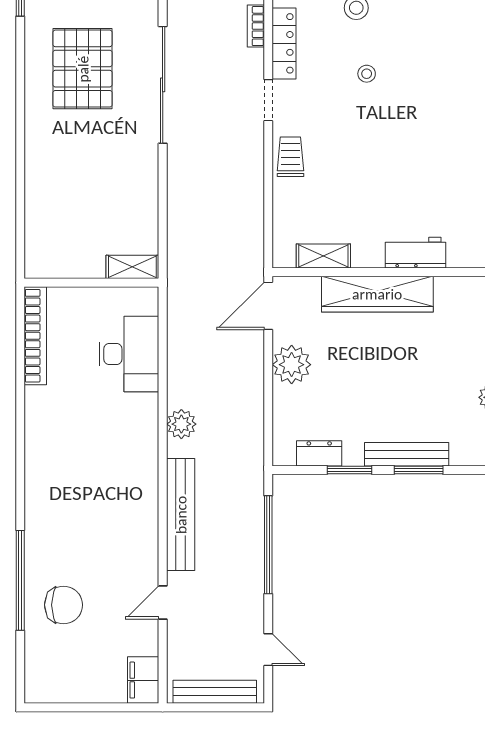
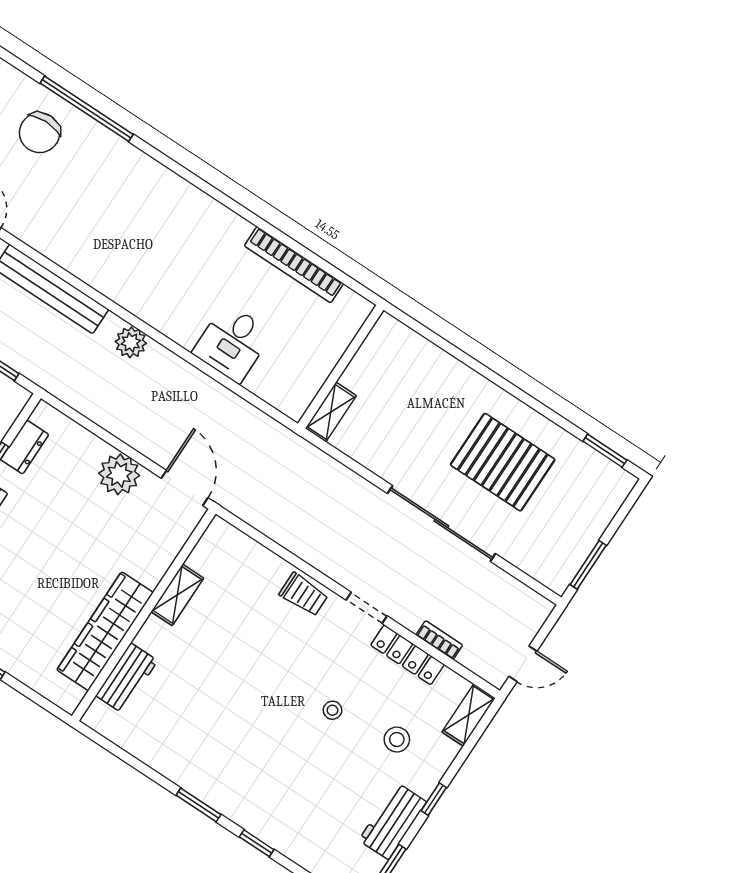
workbench: (416, 253) -> (127, 678), moved
shelving: (323, 256) -> (177, 595), moved
shelving: (132, 267) -> (331, 412), moved
wall: (91, 283) -> (341, 367), moved
wardrobe: (377, 294) -> (105, 631), moved
desk: (129, 354) -> (232, 343), width x0.73

